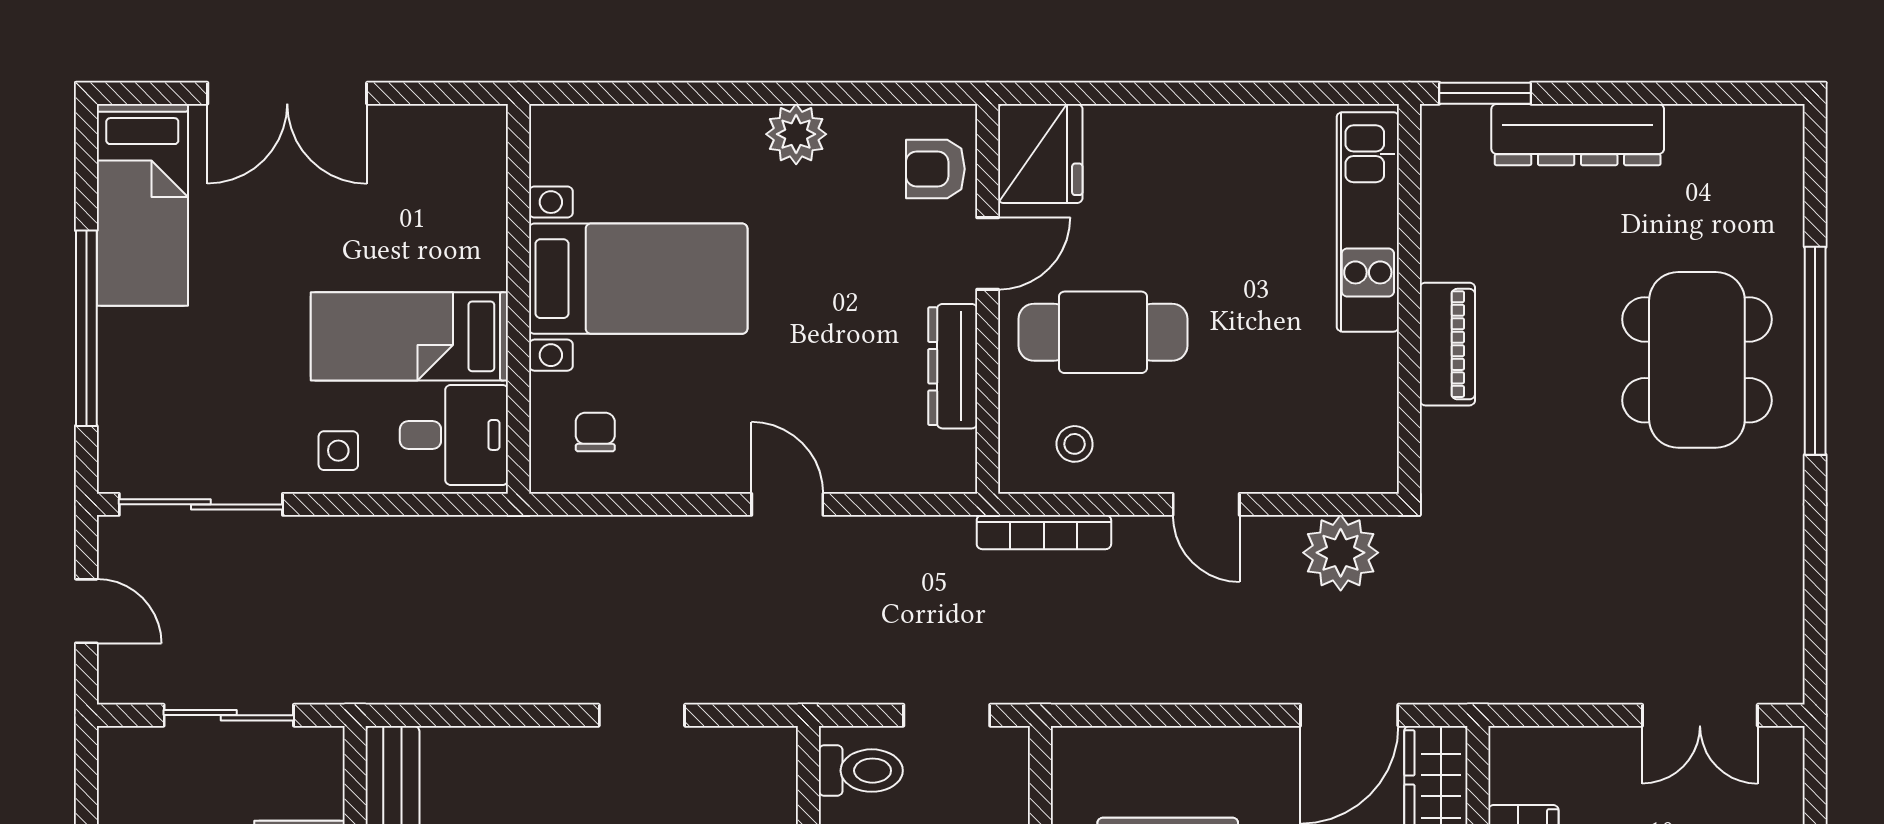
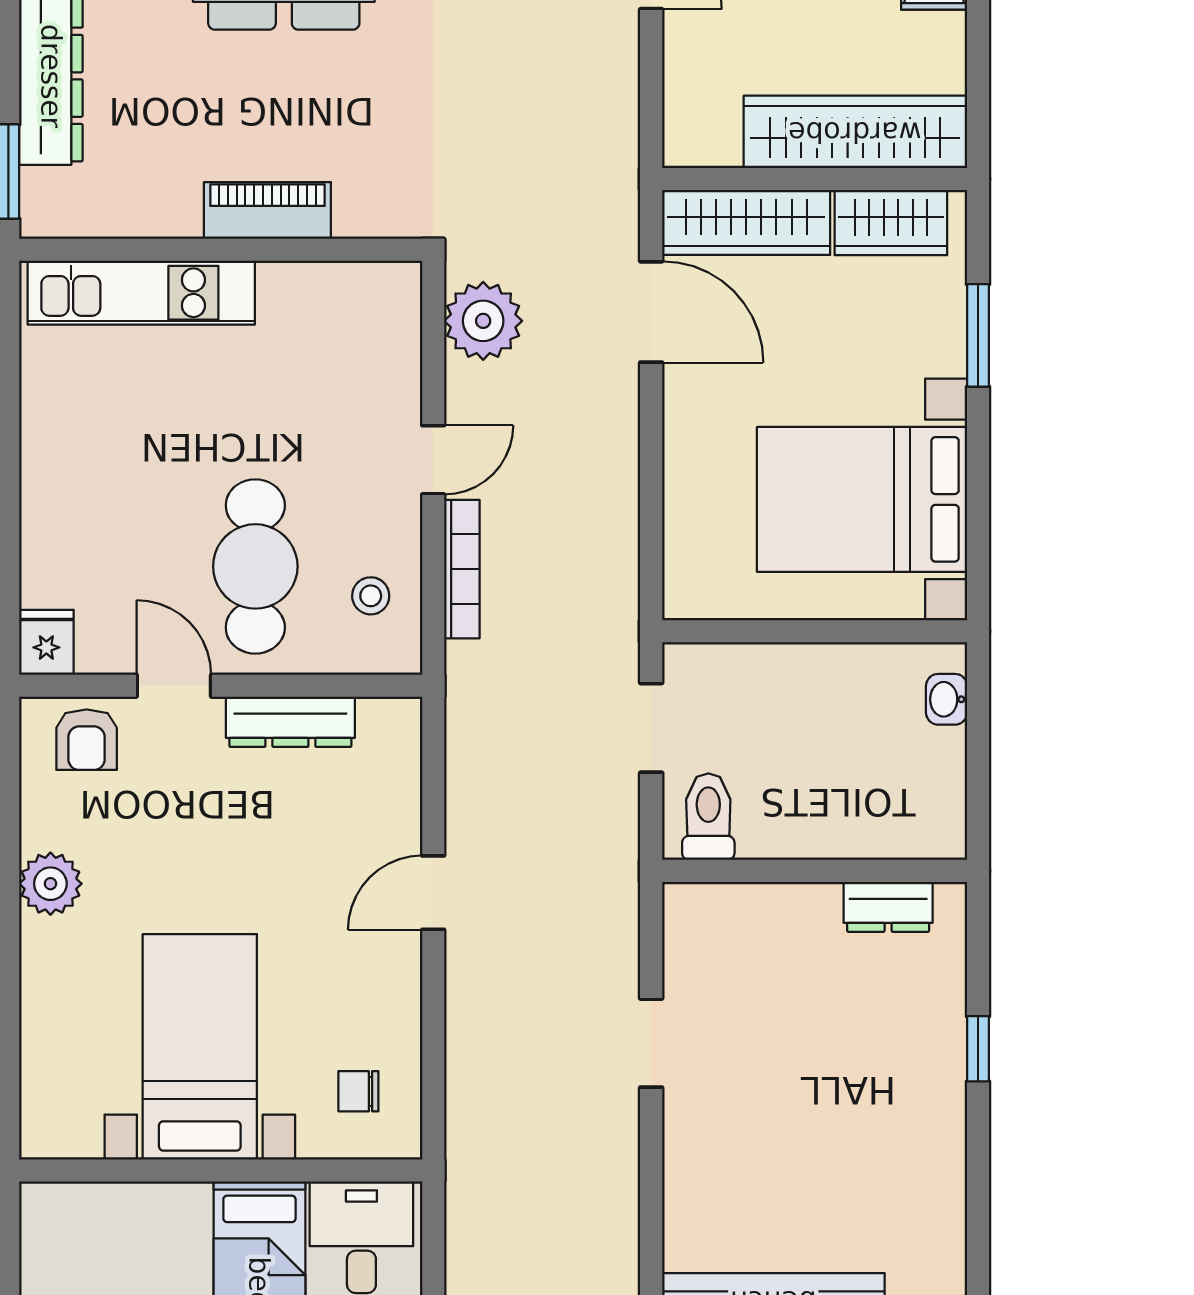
fridge: (1040, 153) -> (46, 642), width x0.53, depth x0.75
bookcase: (1044, 532) -> (462, 569), moved

